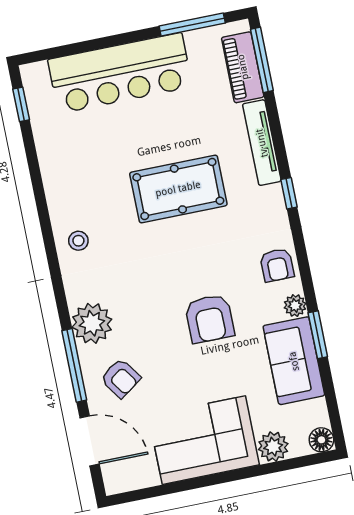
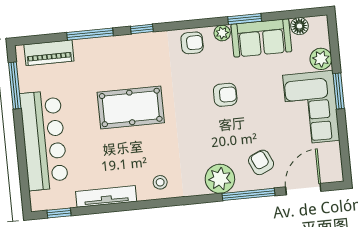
window: (262, 60) -> (90, 34), moved
tv unit: (262, 143) -> (106, 196), moved, turned 180
pool table: (178, 189) -> (131, 107), turned 90
armchair: (210, 319) -> (225, 95), width x0.72, depth x0.72
armchair: (121, 378) -> (261, 162), turned -79
floor lamp: (321, 440) -> (299, 26), moved
window: (231, 476) -> (339, 91), added

